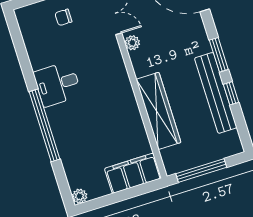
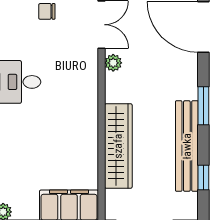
window: (231, 93) -> (203, 177), moved

